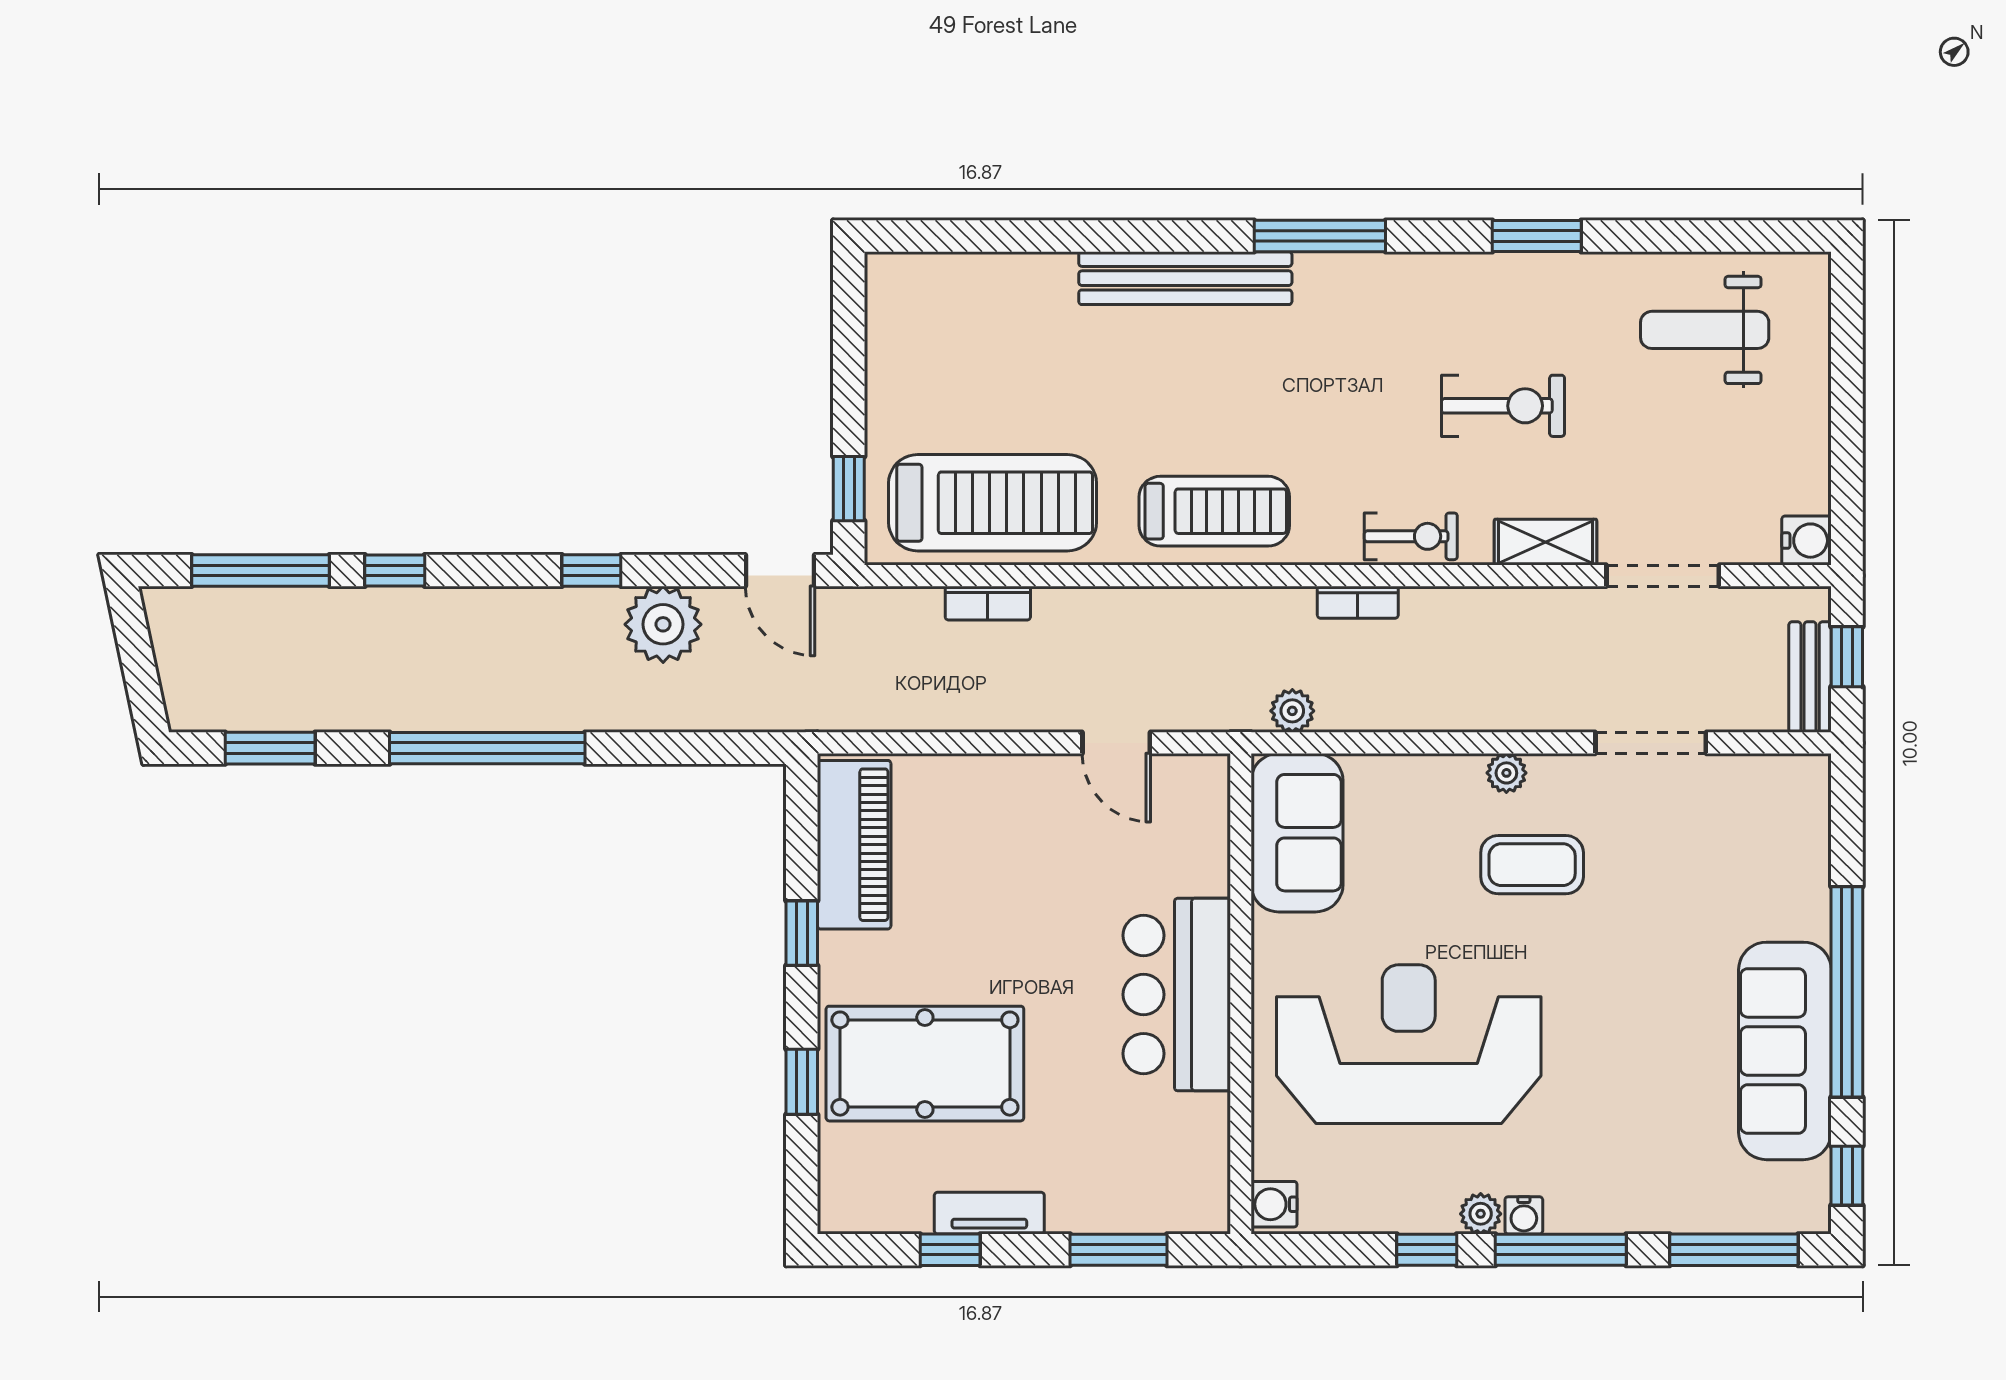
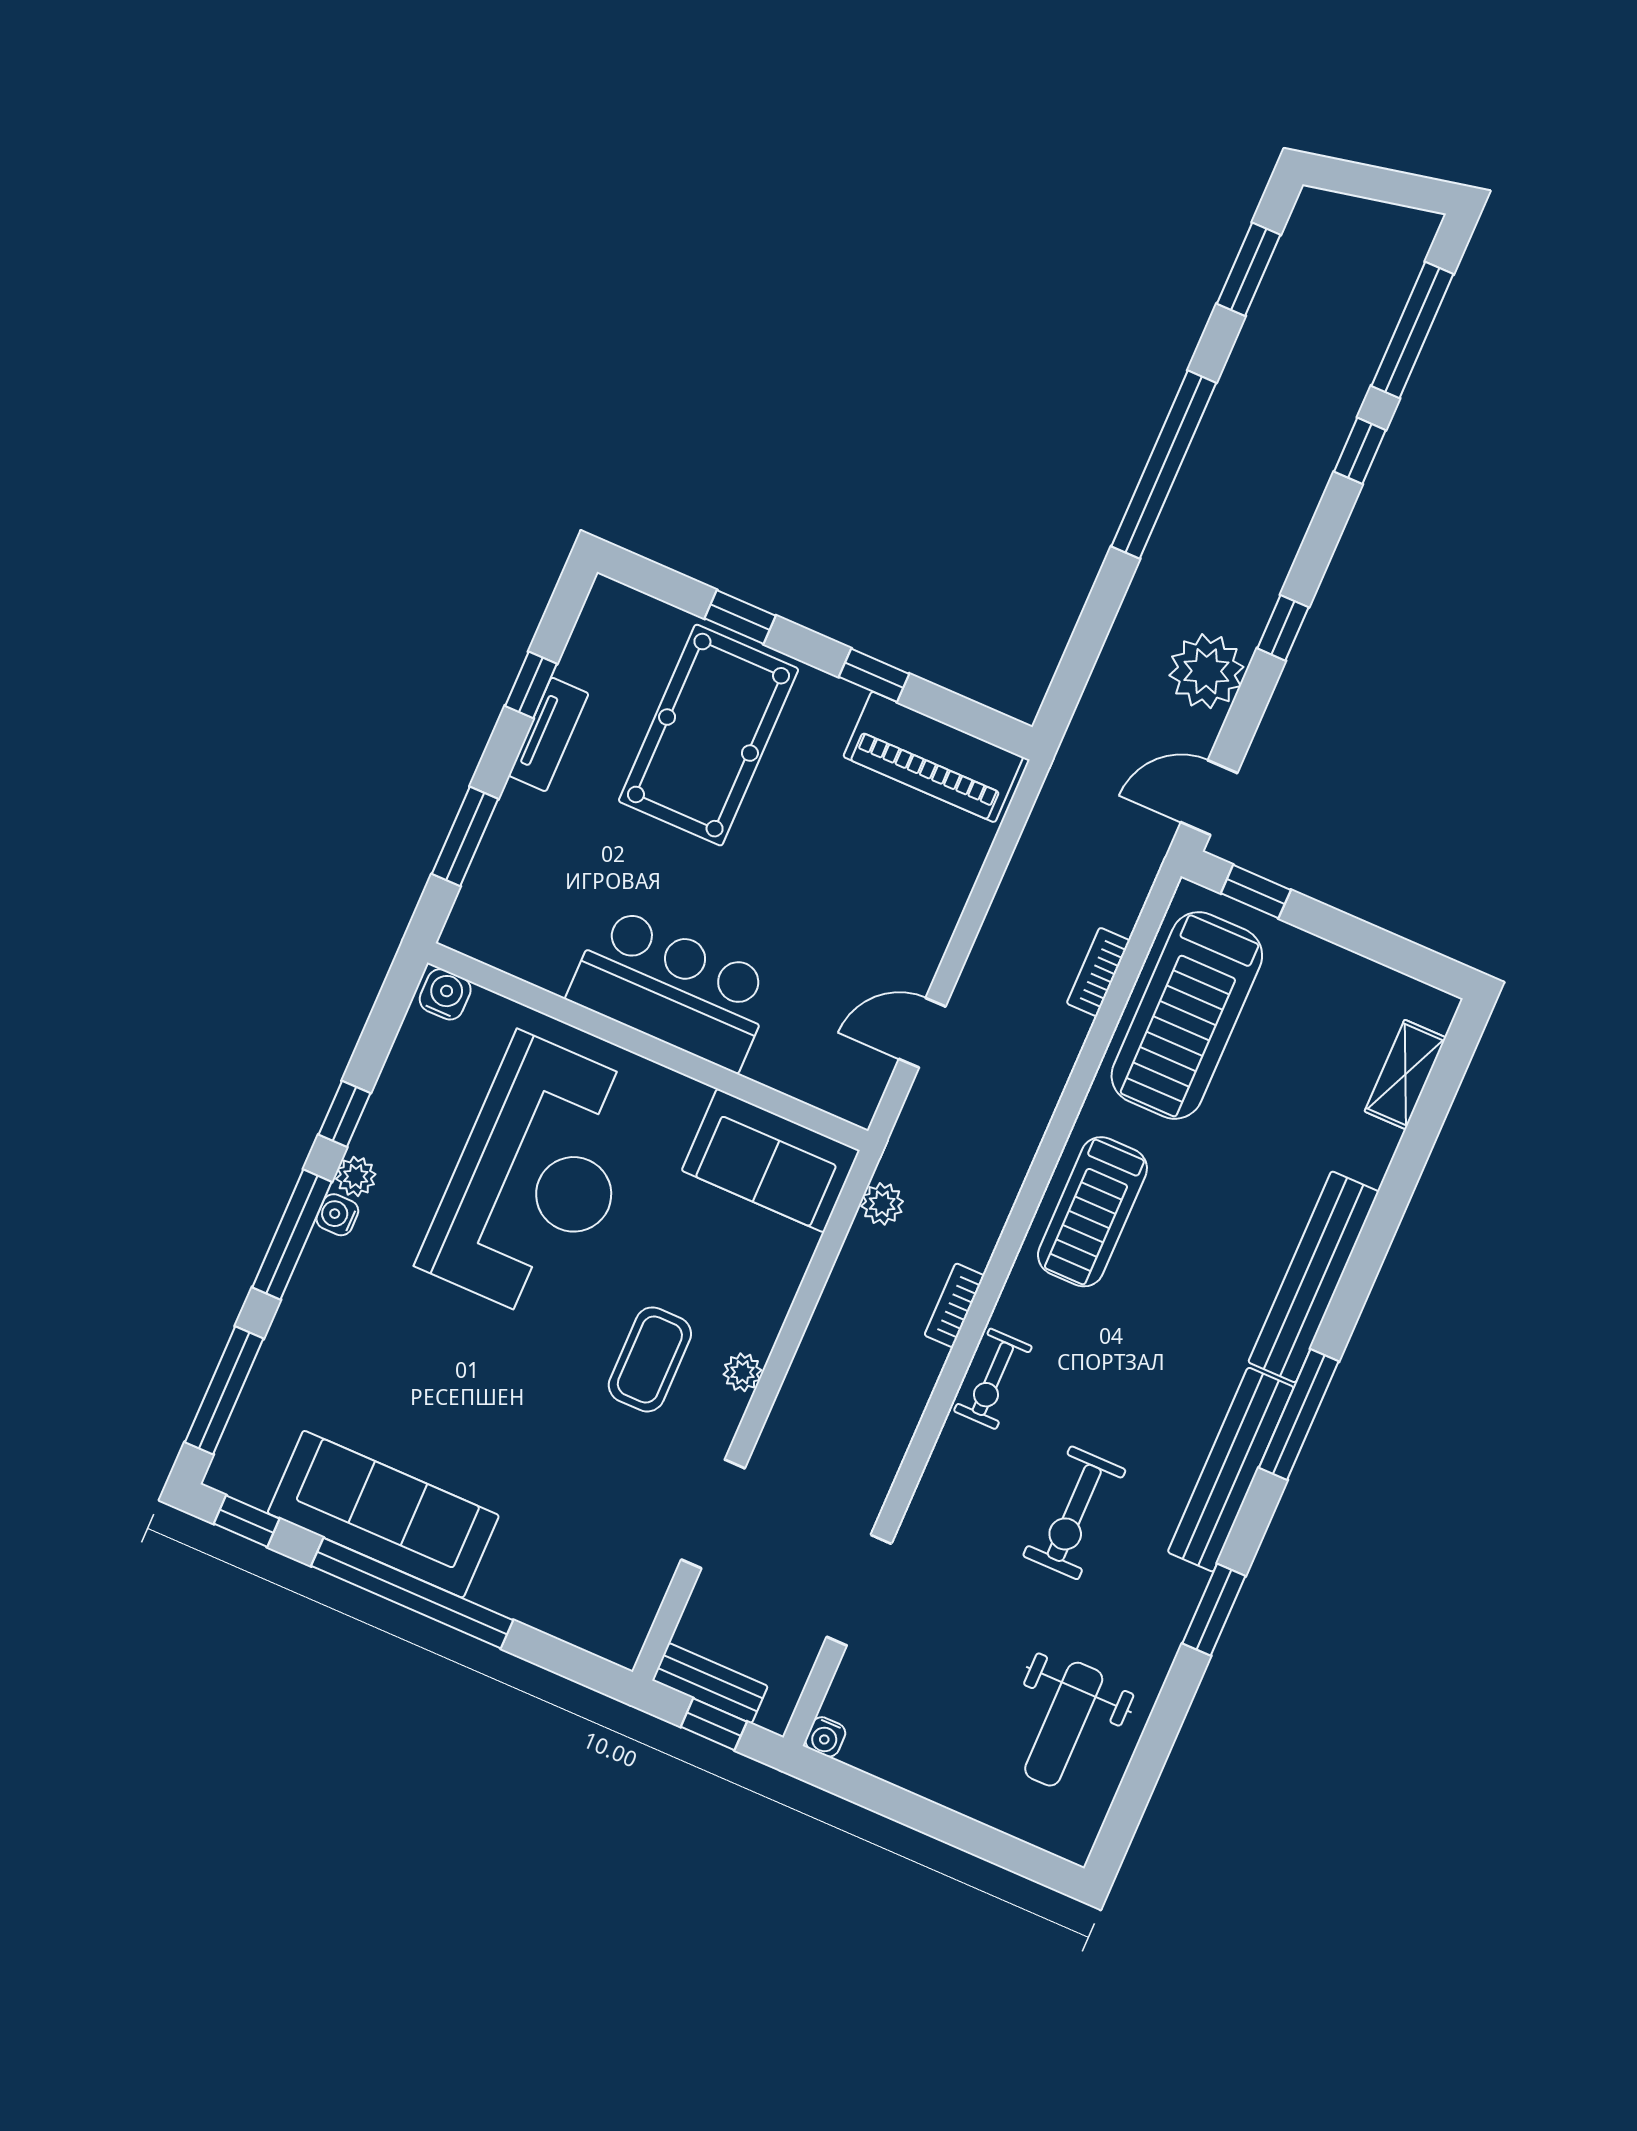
bench: (1399, 277) -> (1231, 1470), added
weight bench: (1705, 330) -> (1064, 1724), turned 180
water cooler: (1807, 541) -> (825, 1737), width x0.72, depth x0.72
shelving: (1546, 542) -> (1405, 1074), moved

